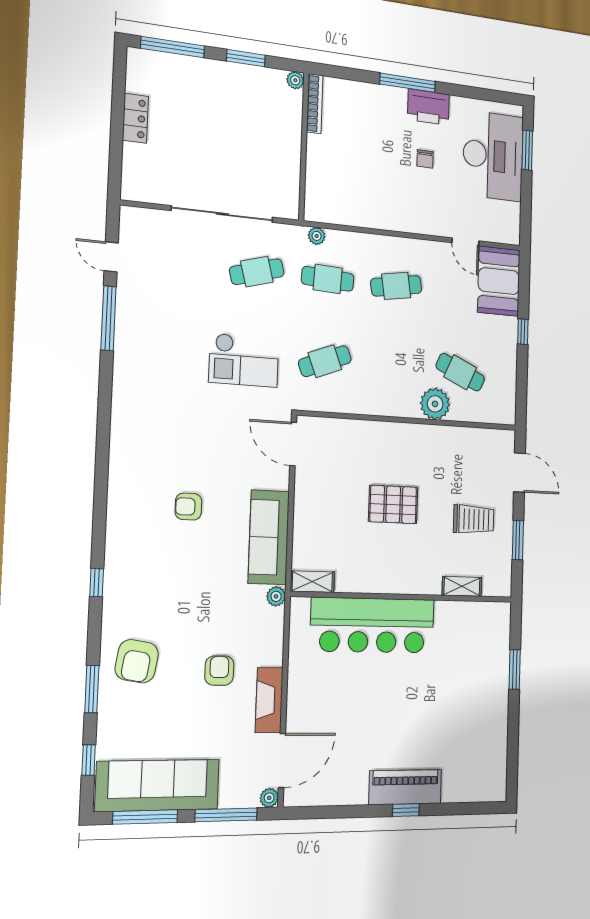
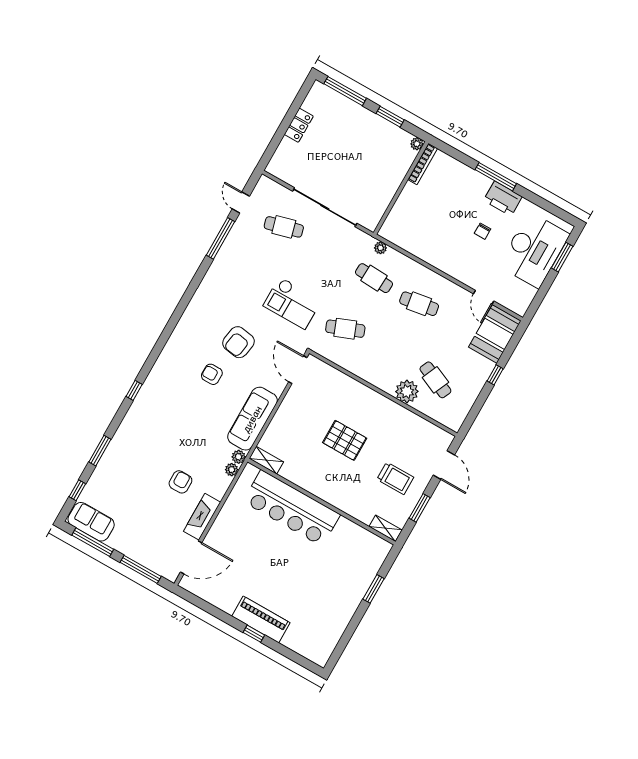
cafe table: (257, 272) -> (284, 227), moved
shelving: (462, 586) -> (385, 528), moved
armchair: (137, 661) -> (238, 342), moved
sofa: (158, 785) -> (91, 522), width x0.54, depth x0.79
plant: (269, 798) -> (232, 470), moved

